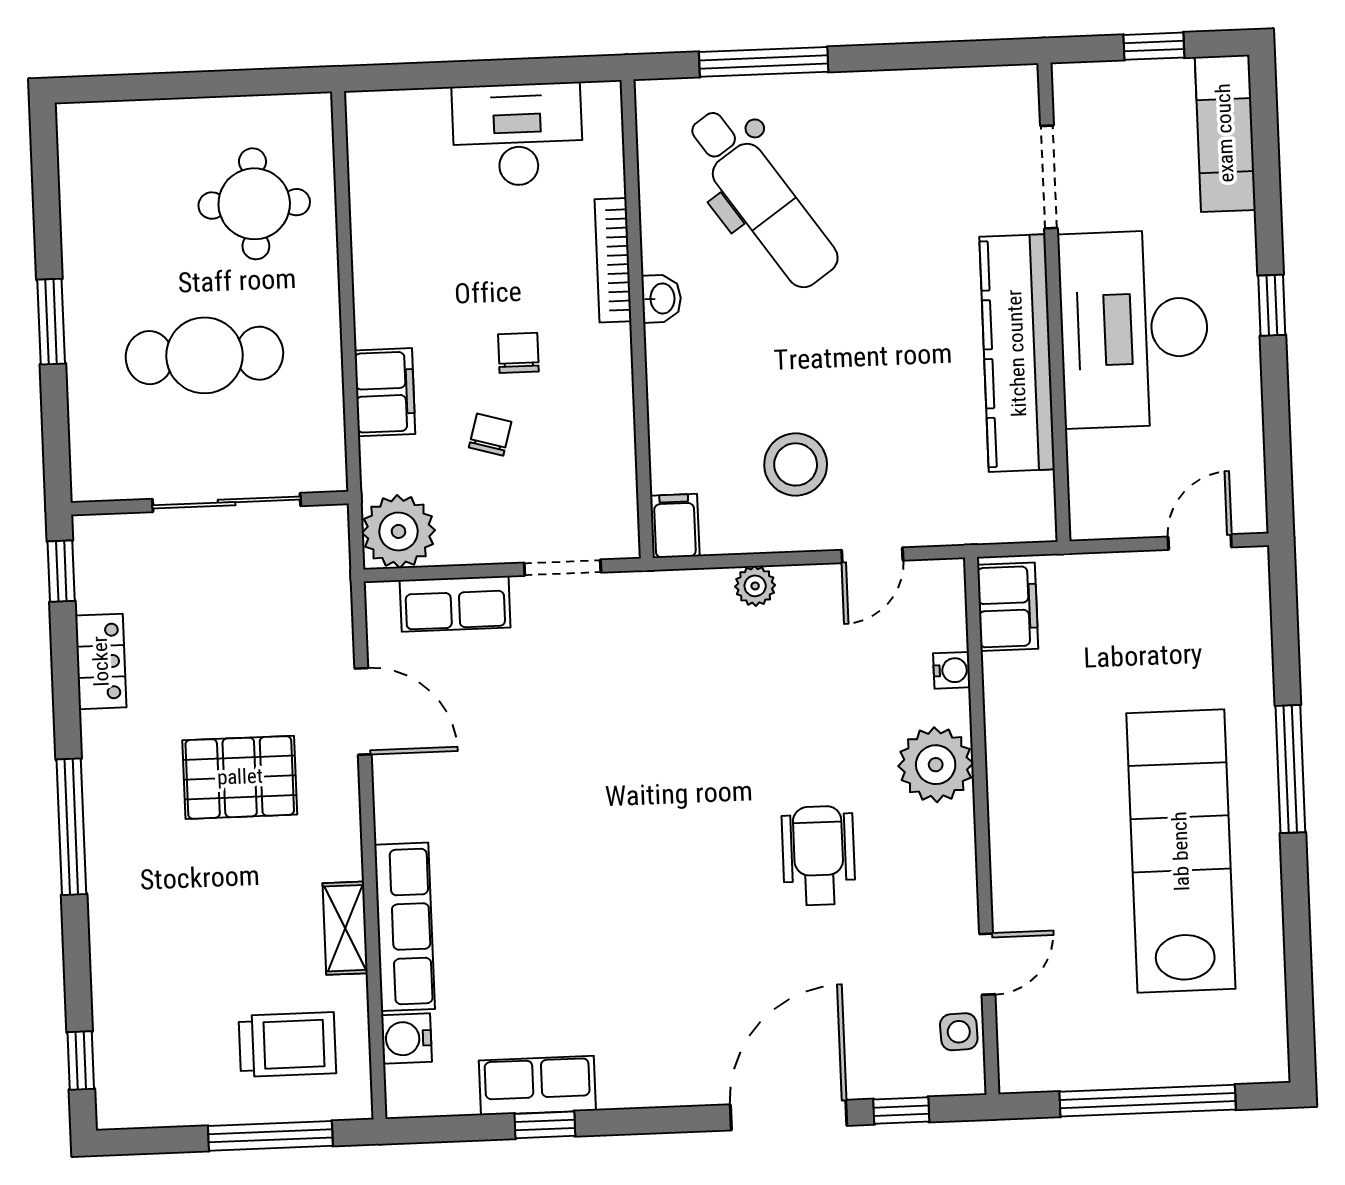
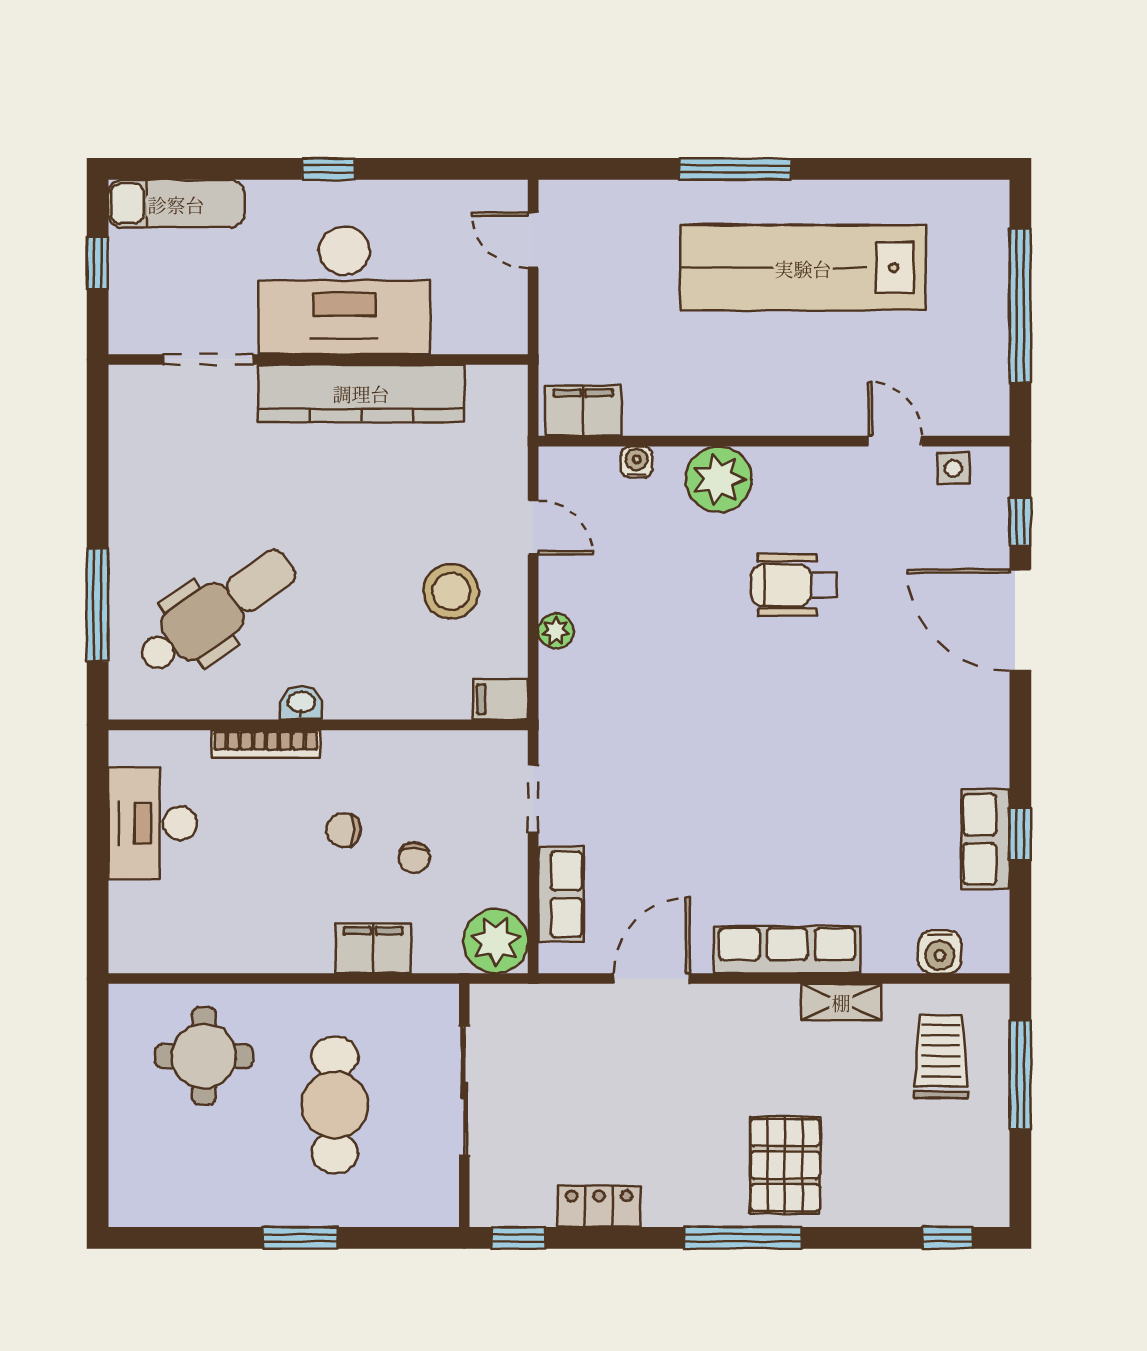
chair: (490, 435) -> (414, 858), turned -106
pallet: (240, 777) -> (785, 1165), moved
row of seats: (405, 927) -> (787, 950), moved

